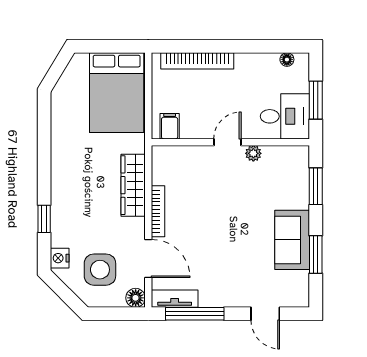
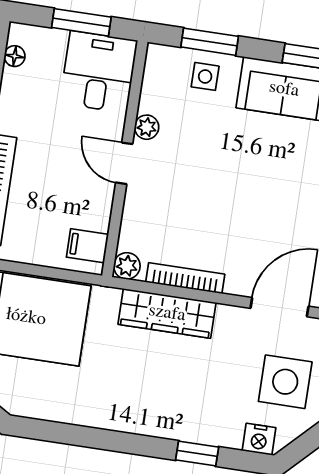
plant: (160, 154) -> (127, 266), added
side table: (292, 187) -> (205, 76), added
bookcase: (158, 211) -> (185, 278), moved

